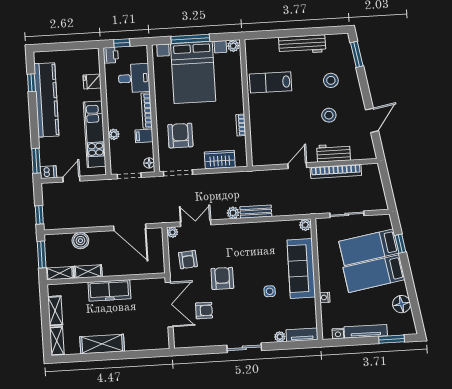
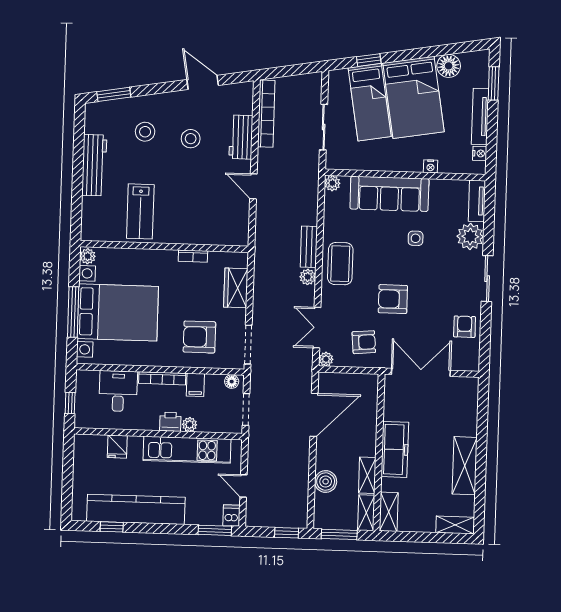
printer: (111, 55) -> (170, 422), moved
bookcase: (336, 171) -> (266, 114), moved
coffee table: (245, 236) -> (340, 264), added
bed: (374, 274) -> (413, 97), width x1.50
shelving: (55, 311) -> (389, 512), moved, turned 90
armchair: (204, 311) -> (465, 327), moved
plant: (280, 337) -> (470, 236), width x1.87, depth x1.87

